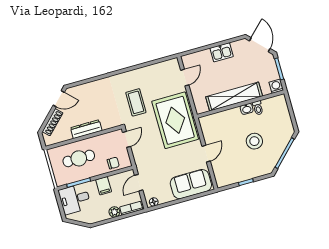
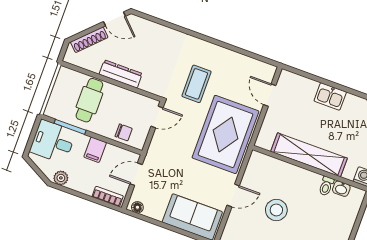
door: (185, 78) -> (270, 95), swing flipped
washbasin: (247, 109) -> (341, 189), moved
stool: (254, 141) -> (276, 210), moved
cafe table: (79, 158) -> (89, 100), turned 90
plant: (114, 212) -> (61, 178), moved

